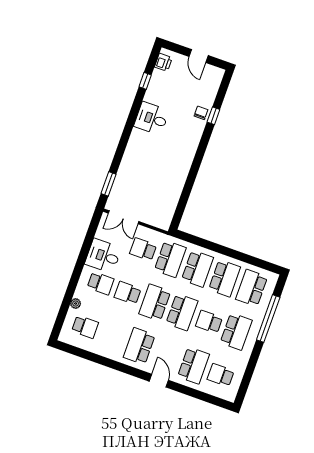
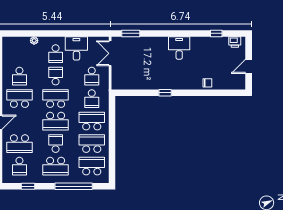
window: (213, 116) -> (165, 93), moved
desk: (152, 118) -> (179, 48), moved
school desk: (143, 249) -> (92, 76), turned 180
school desk: (170, 259) -> (92, 99), width x0.54
school desk: (197, 269) -> (92, 121), turned 180
school desk: (225, 278) -> (92, 144), turned 180
school desk: (85, 327) -> (19, 76), moved
window: (249, 373) -> (28, 186), added
school desk: (221, 375) -> (19, 166), turned 180

